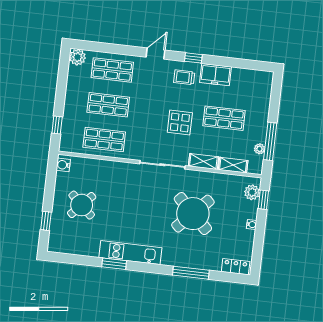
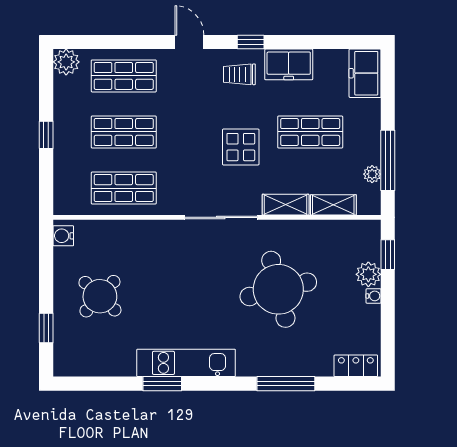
door: (155, 54) -> (189, 42), hinge flipped
freezer: (262, 86) -> (365, 73), added
window: (57, 125) -> (46, 135), moved
plant: (252, 192) -> (368, 274), moved
round table: (193, 214) -> (278, 289), turned 32

